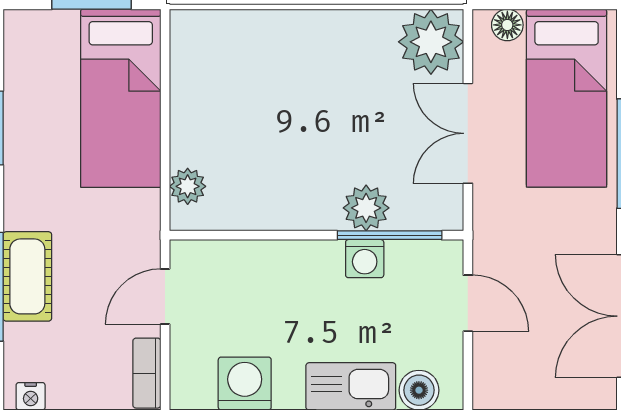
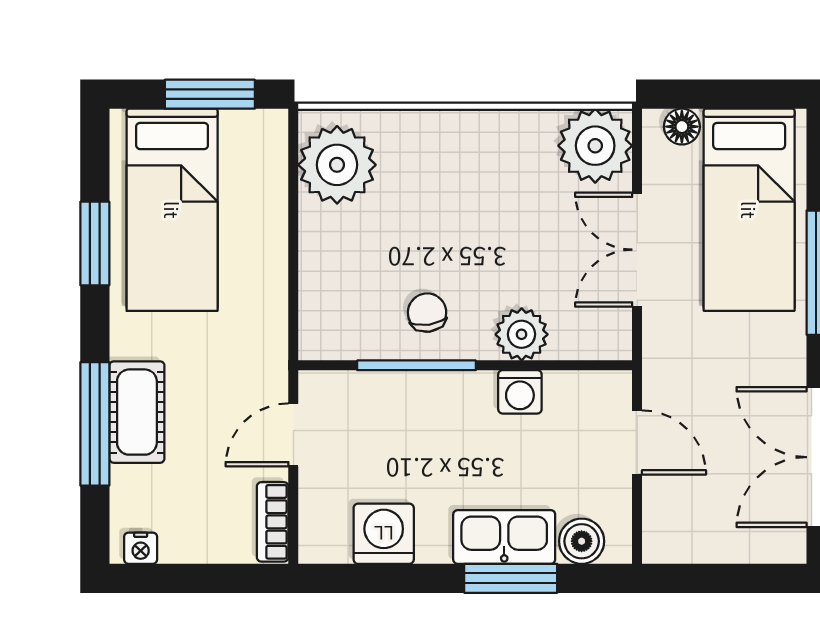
bed: (121, 98) -> (172, 210), moved
plant: (188, 186) -> (337, 165), moved, width x1.88, depth x1.88
chair: (283, 189) -> (427, 313), added
window: (390, 235) -> (417, 365), moved

